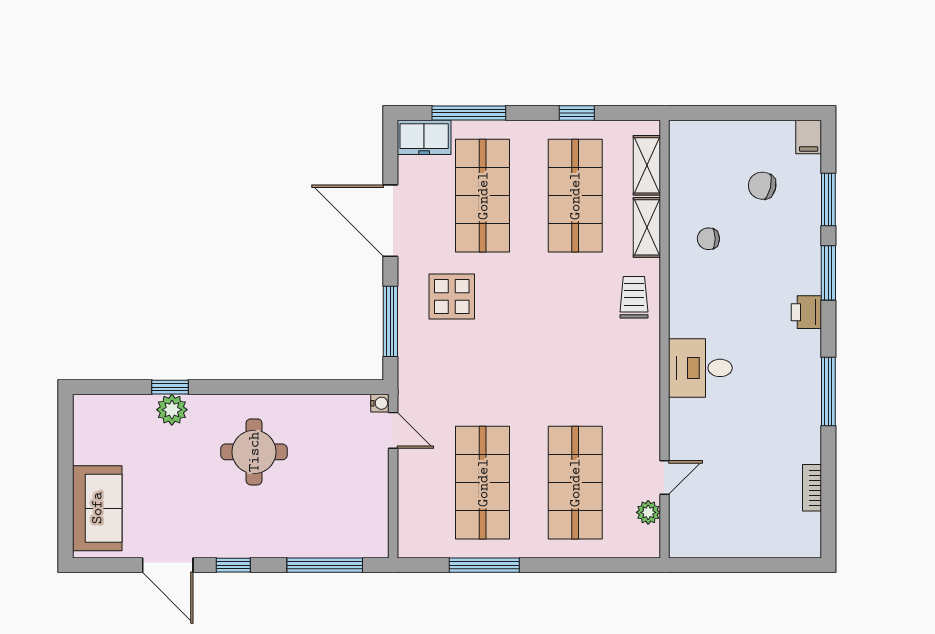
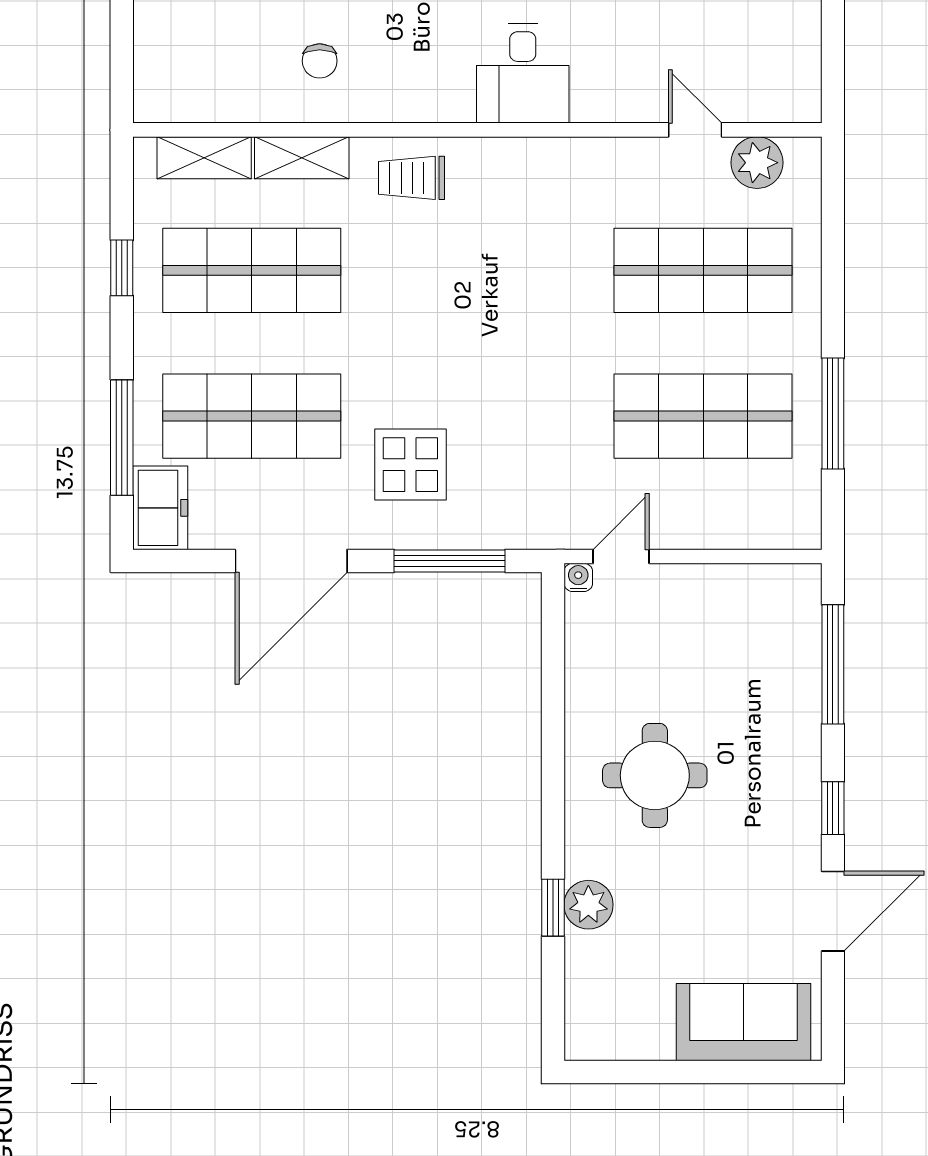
plant: (648, 512) -> (757, 163), width x1.38, depth x1.38

